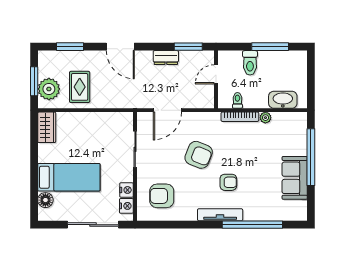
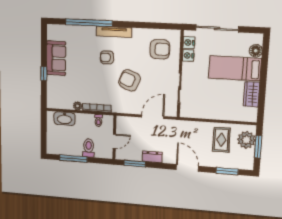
wardrobe: (47, 127) -> (251, 94), moved
window: (311, 157) -> (44, 74), width x0.32

